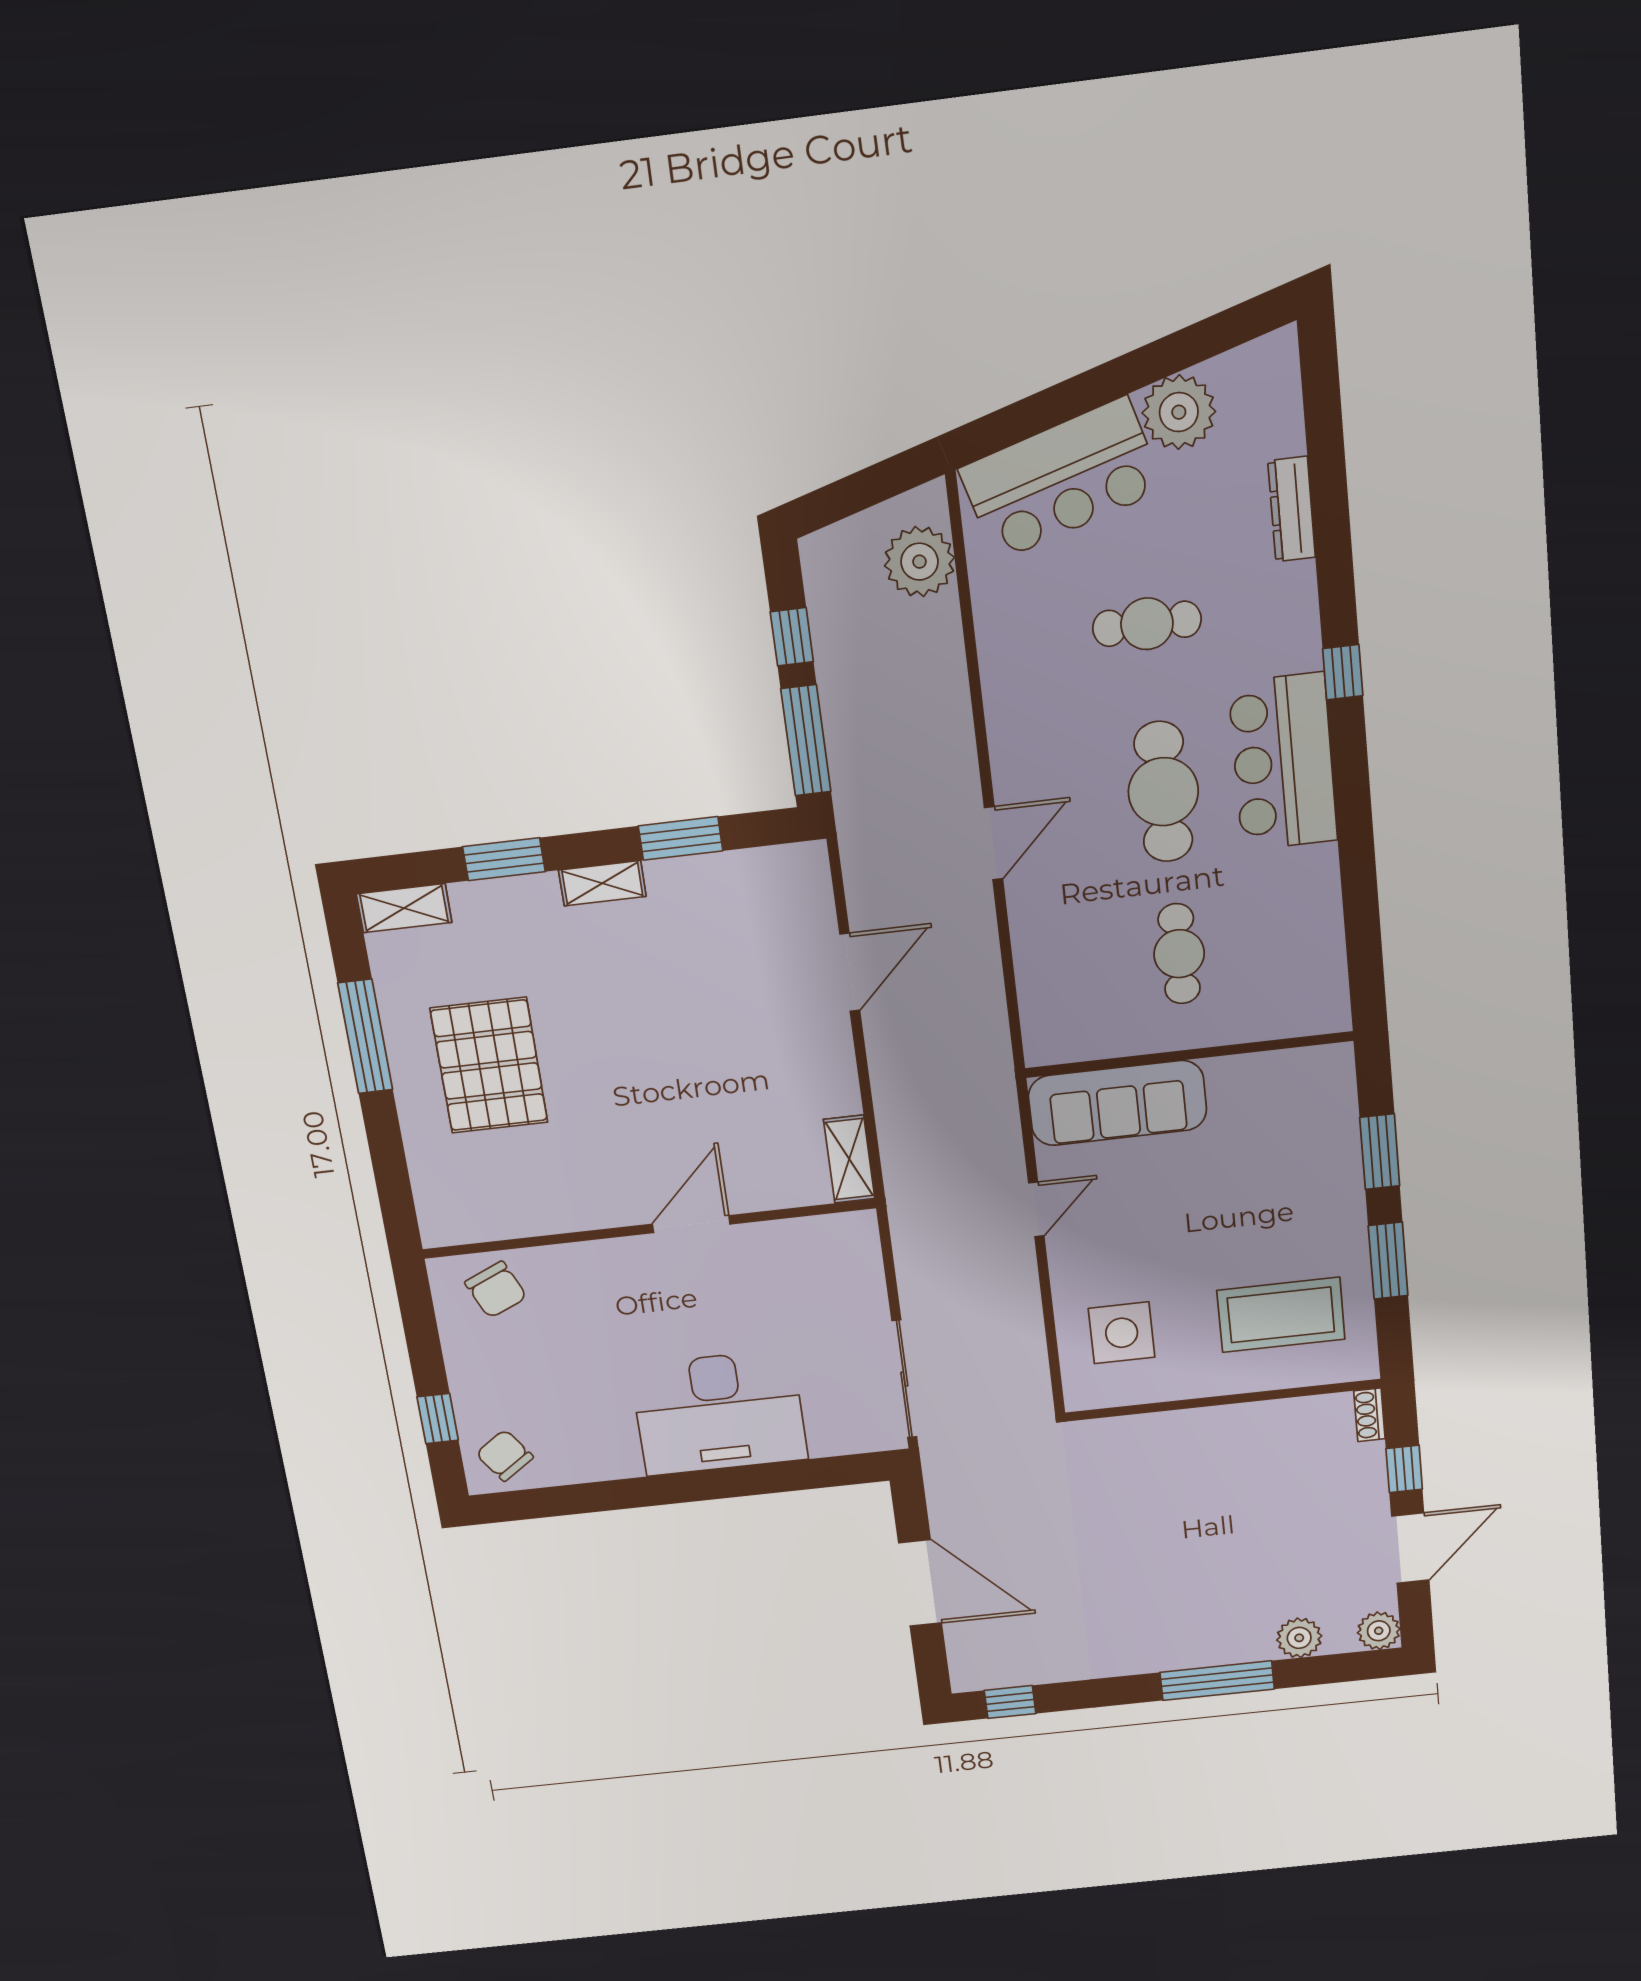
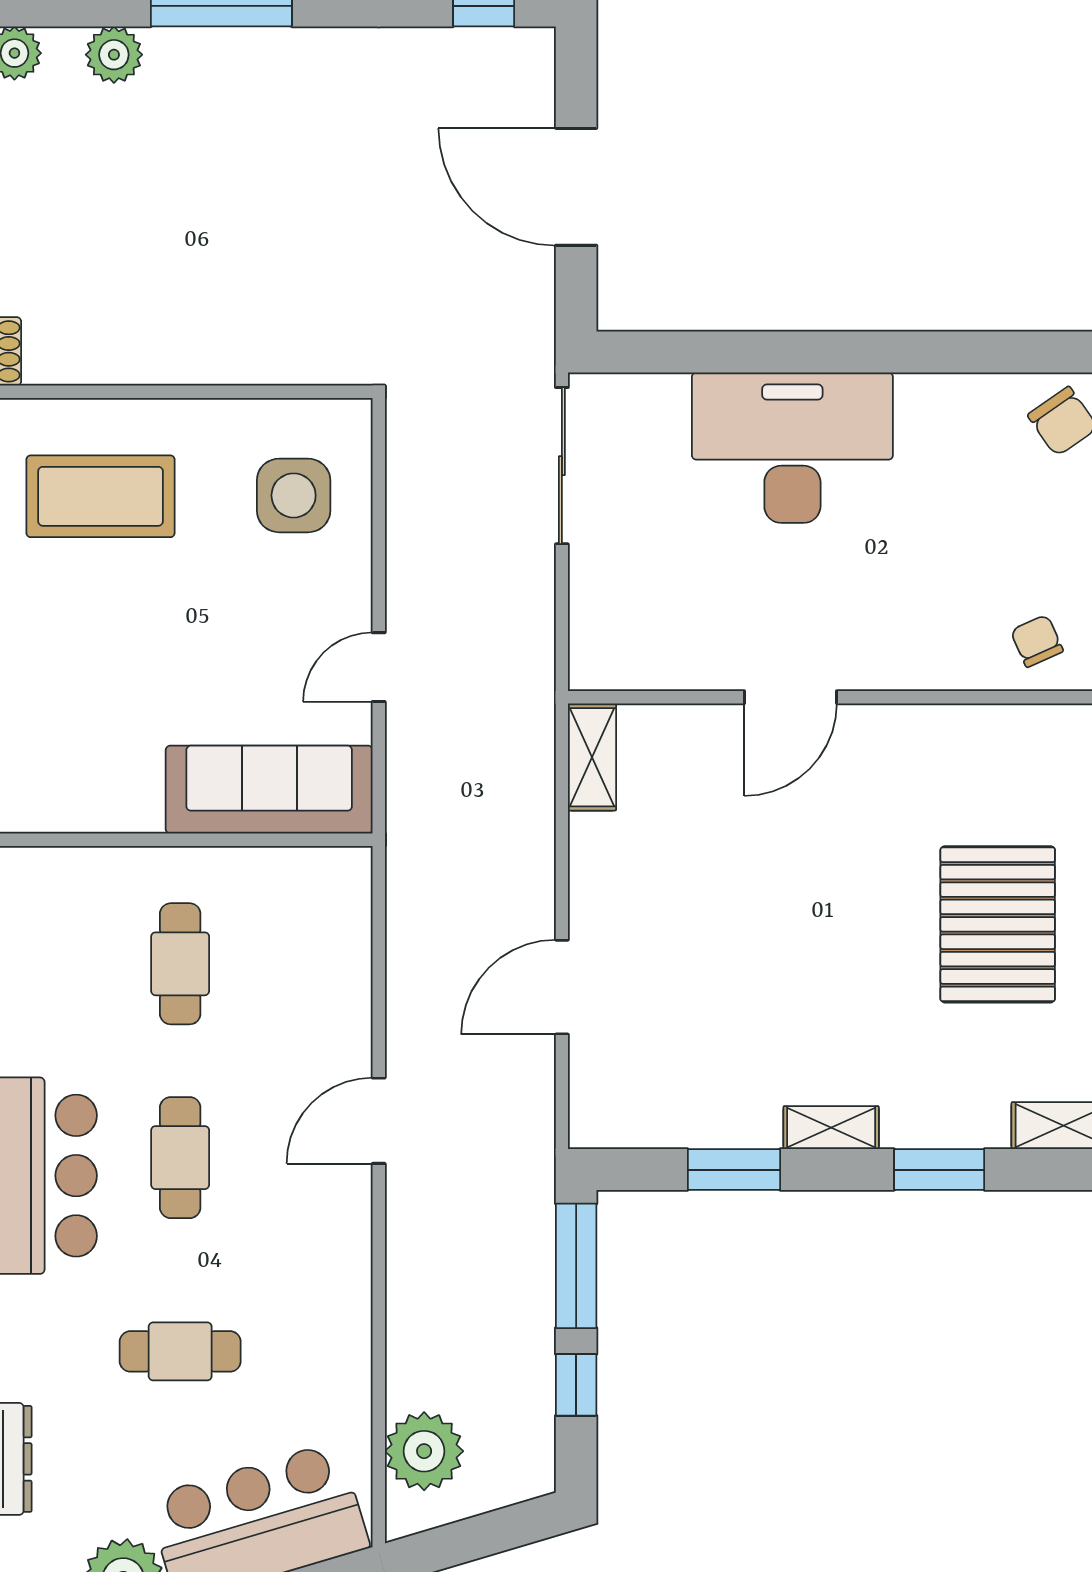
cafe table: (1163, 792) -> (180, 1158), width x0.73, depth x0.74
chair: (496, 1290) -> (1037, 641), width x0.73, depth x0.73

